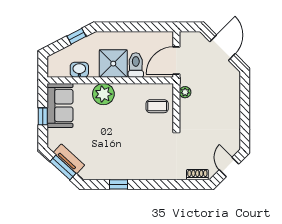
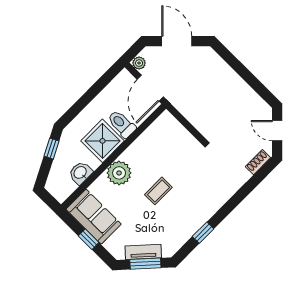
plant: (185, 92) -> (139, 63), moved
coffee table: (157, 106) -> (158, 191), moved

